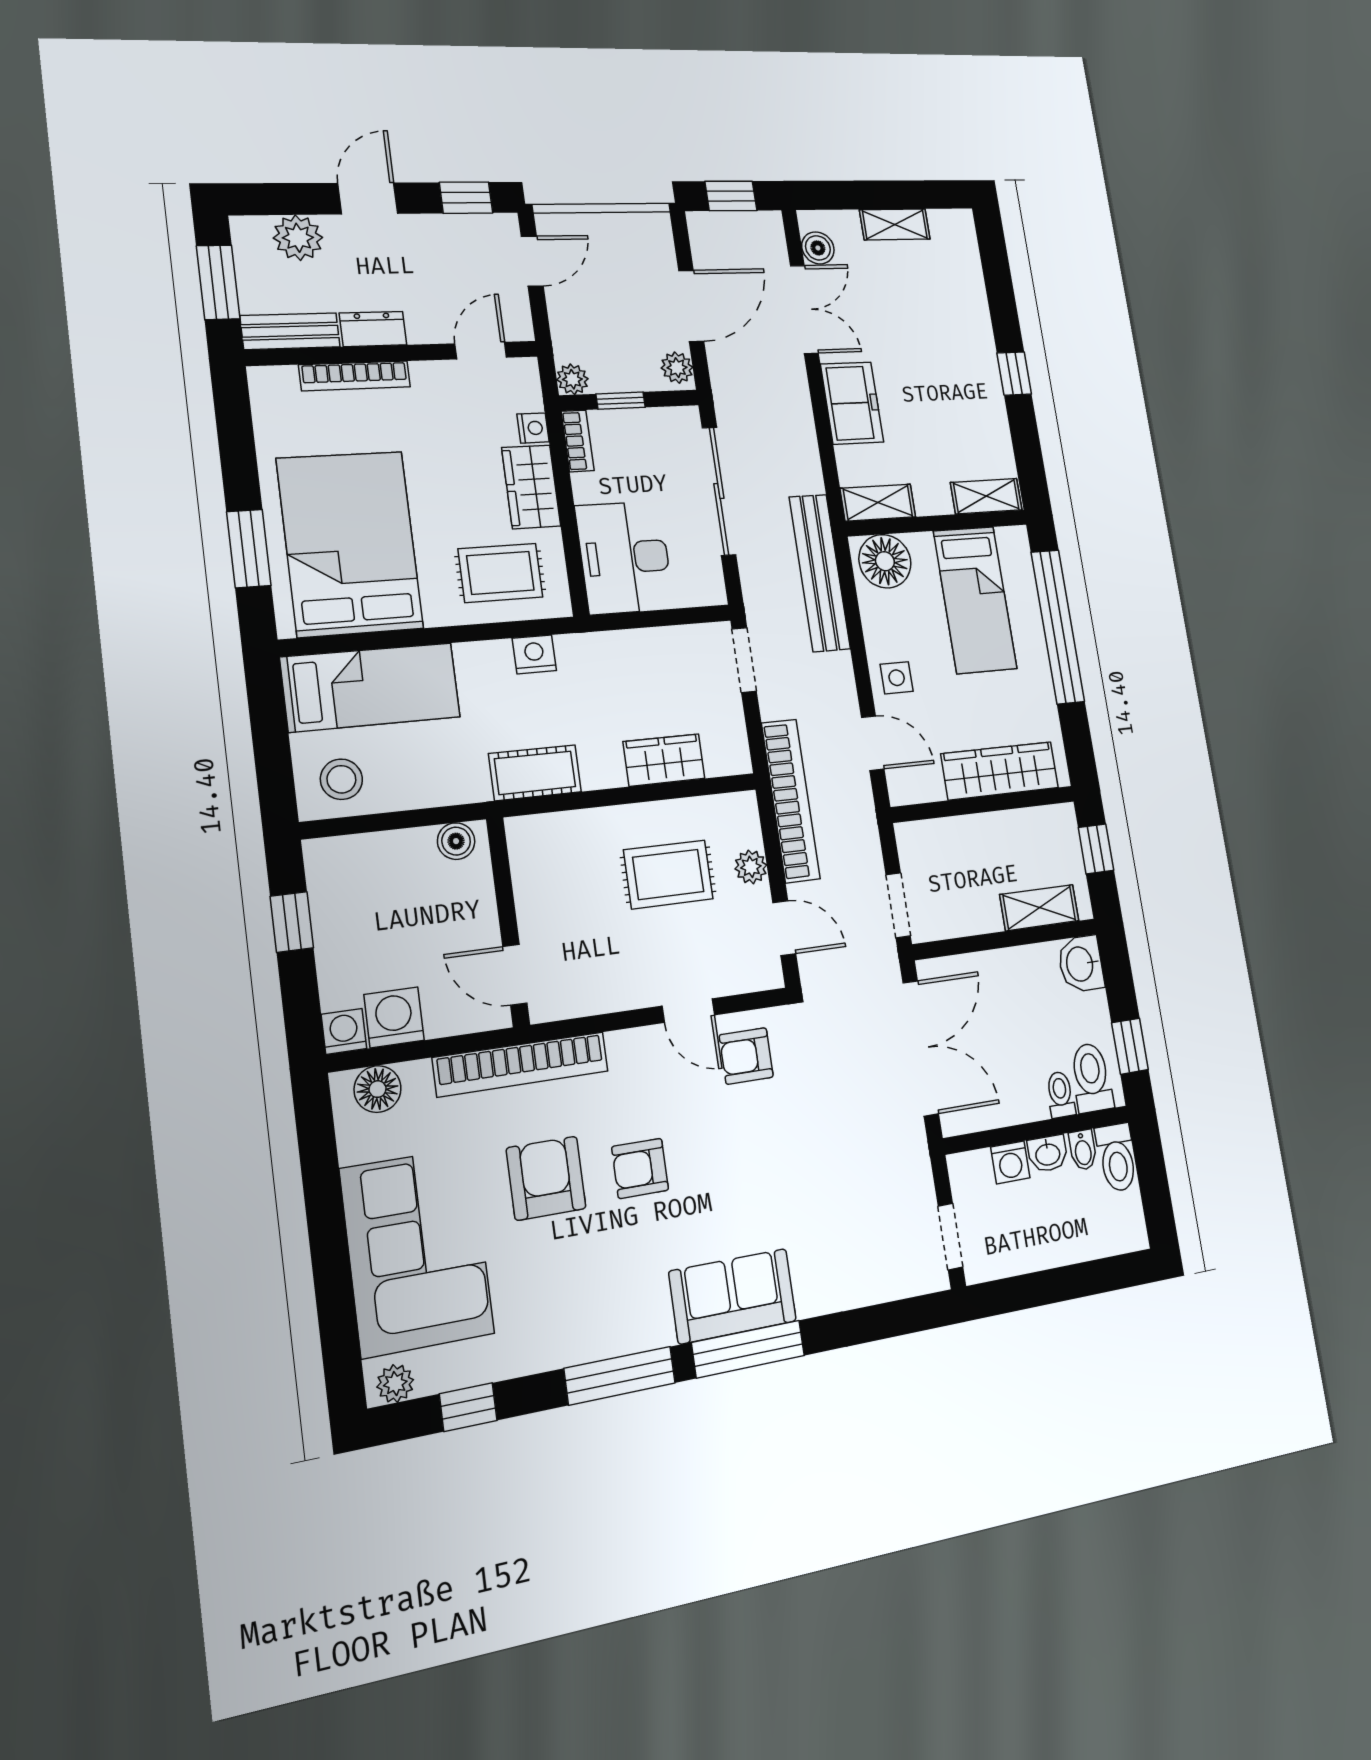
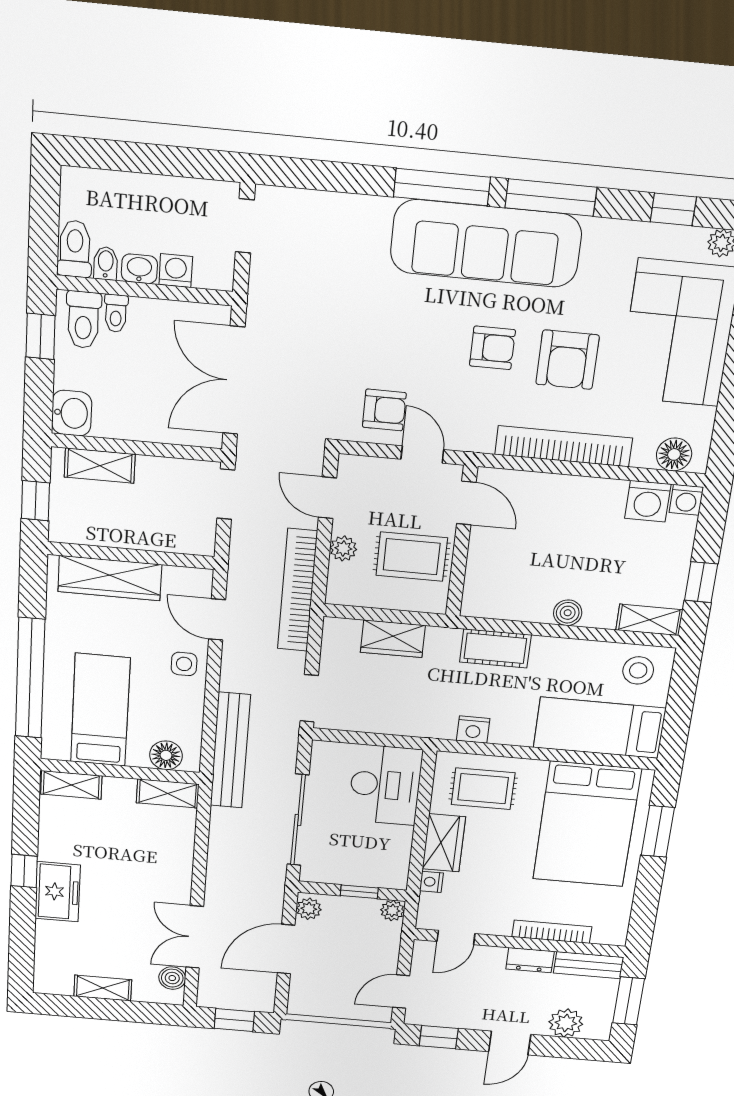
freezer: (852, 403) -> (58, 892), moved, turned 180
bookcase: (578, 441) -> (400, 869), removed
floor lamp: (885, 561) -> (166, 755), width x0.73, depth x0.73
shelving: (346, 854) -> (649, 620), added
wall: (508, 922) -> (462, 542), moved
door: (515, 975) -> (466, 503), moved
sofa: (733, 1296) -> (486, 243), width x1.85, depth x1.27

